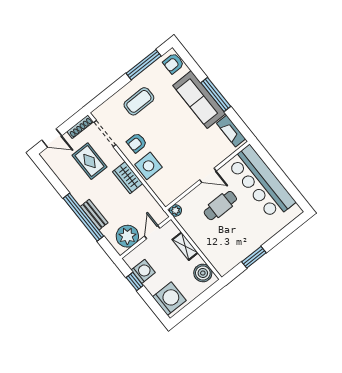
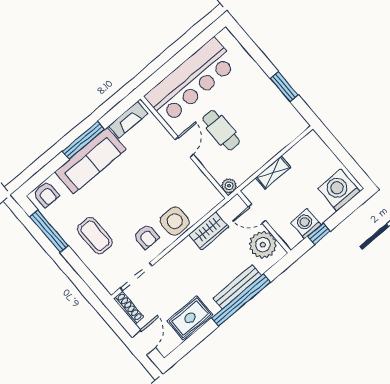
rug: (89, 161) -> (190, 318), moved
wardrobe: (128, 178) -> (209, 231), moved
bench: (94, 215) -> (237, 287), width x1.36
boiler: (203, 273) -> (306, 149), removed

